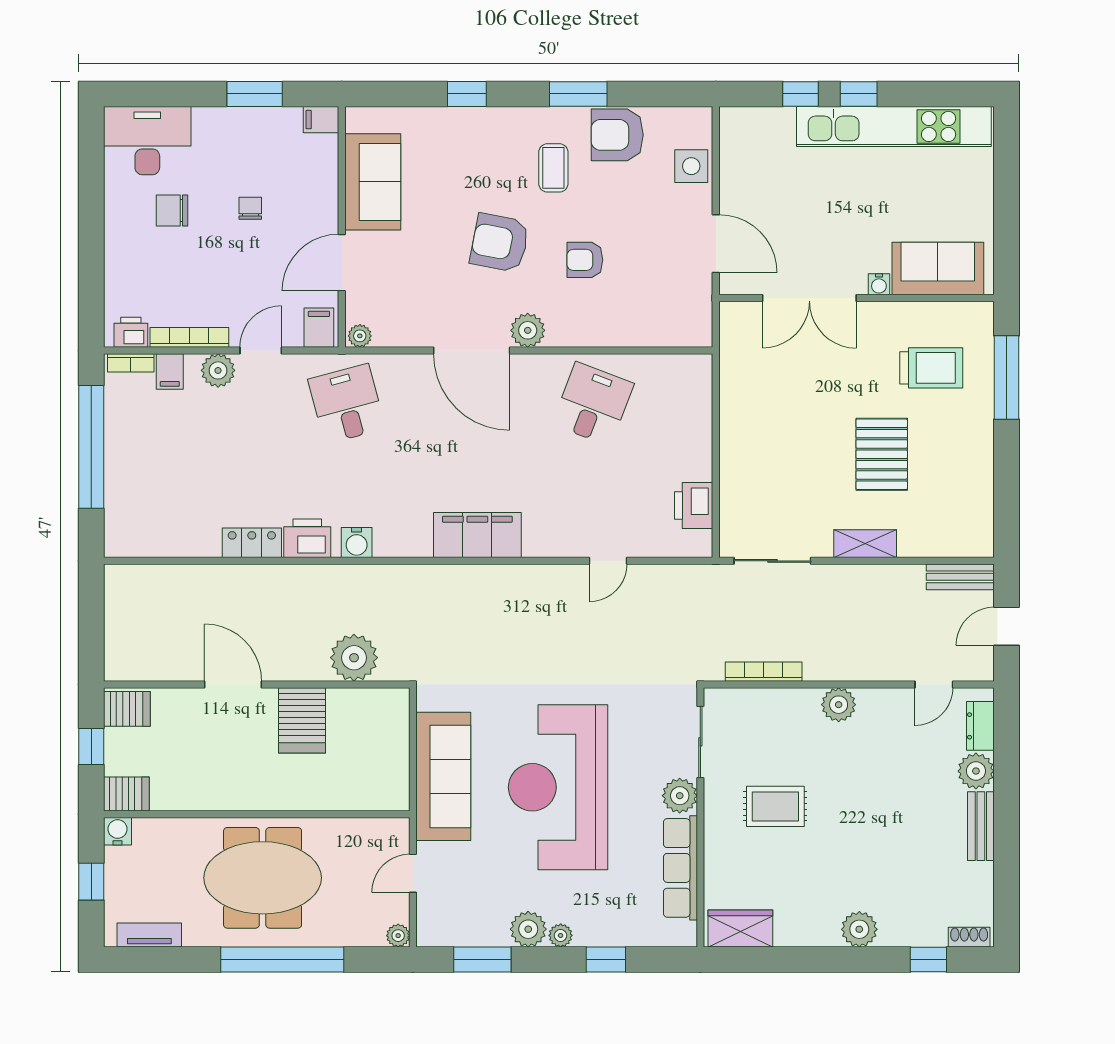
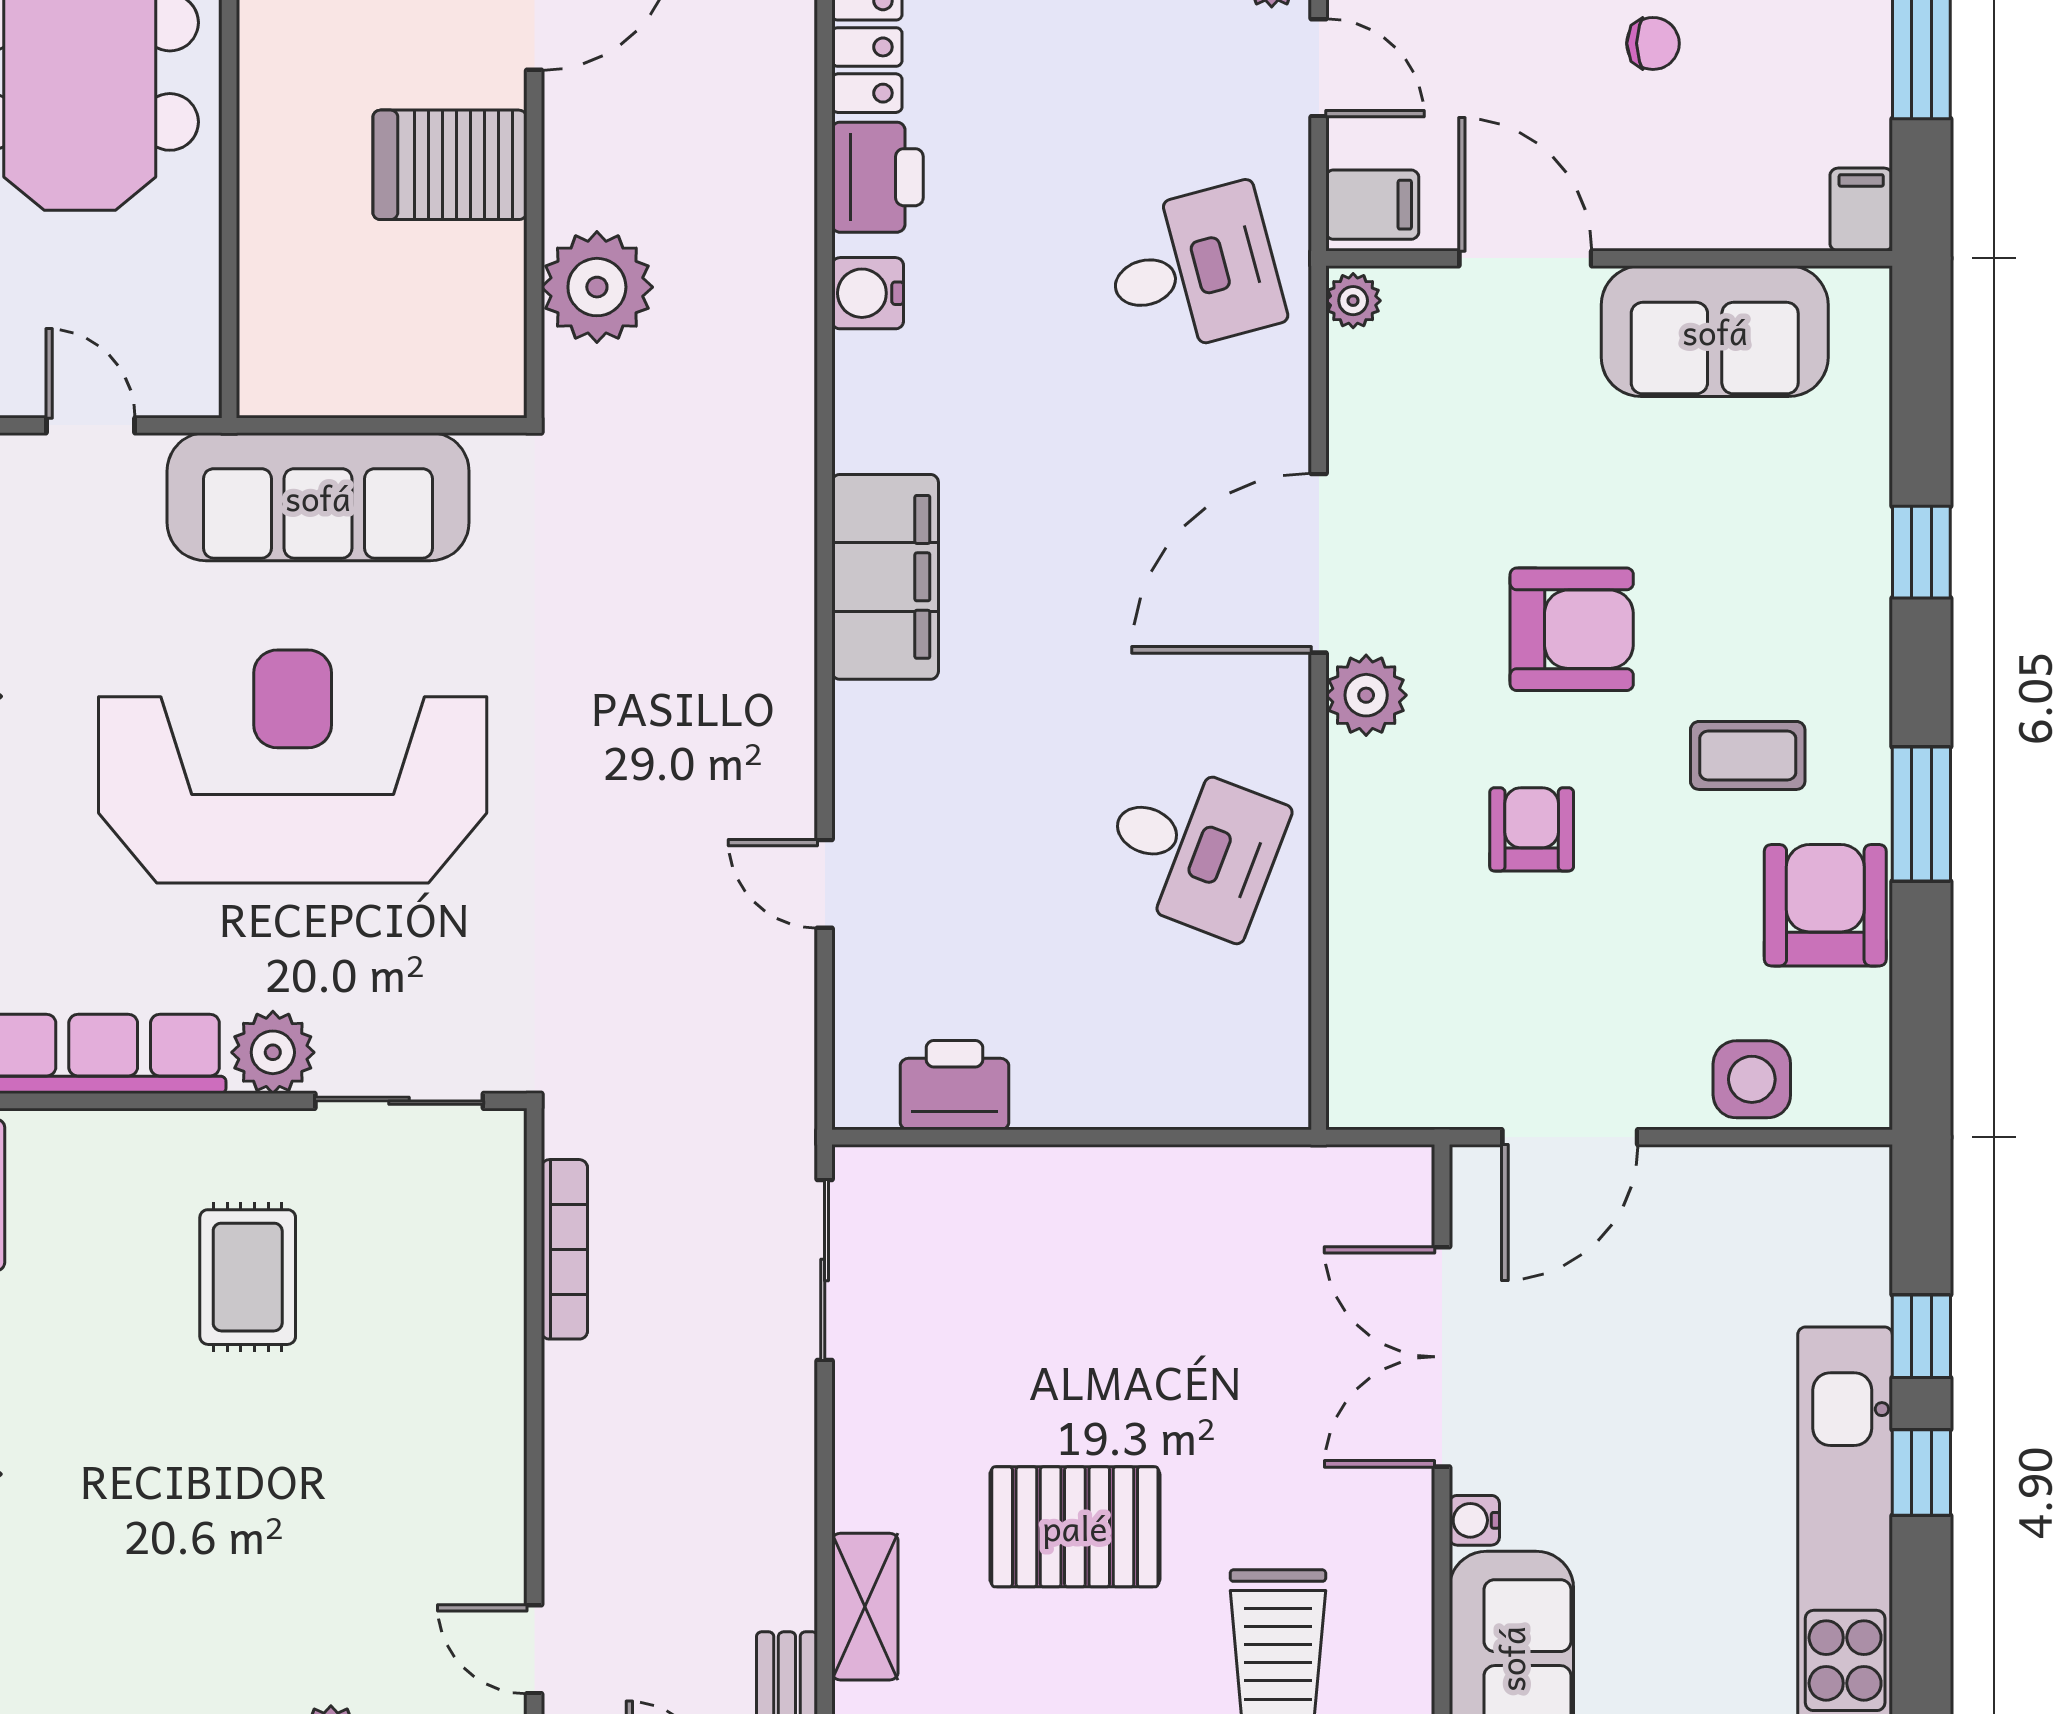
armchair: (500, 243) -> (1572, 629), turned 79
shelving: (865, 544) -> (865, 1607), moved
plant: (839, 705) -> (487, 1426), removed

